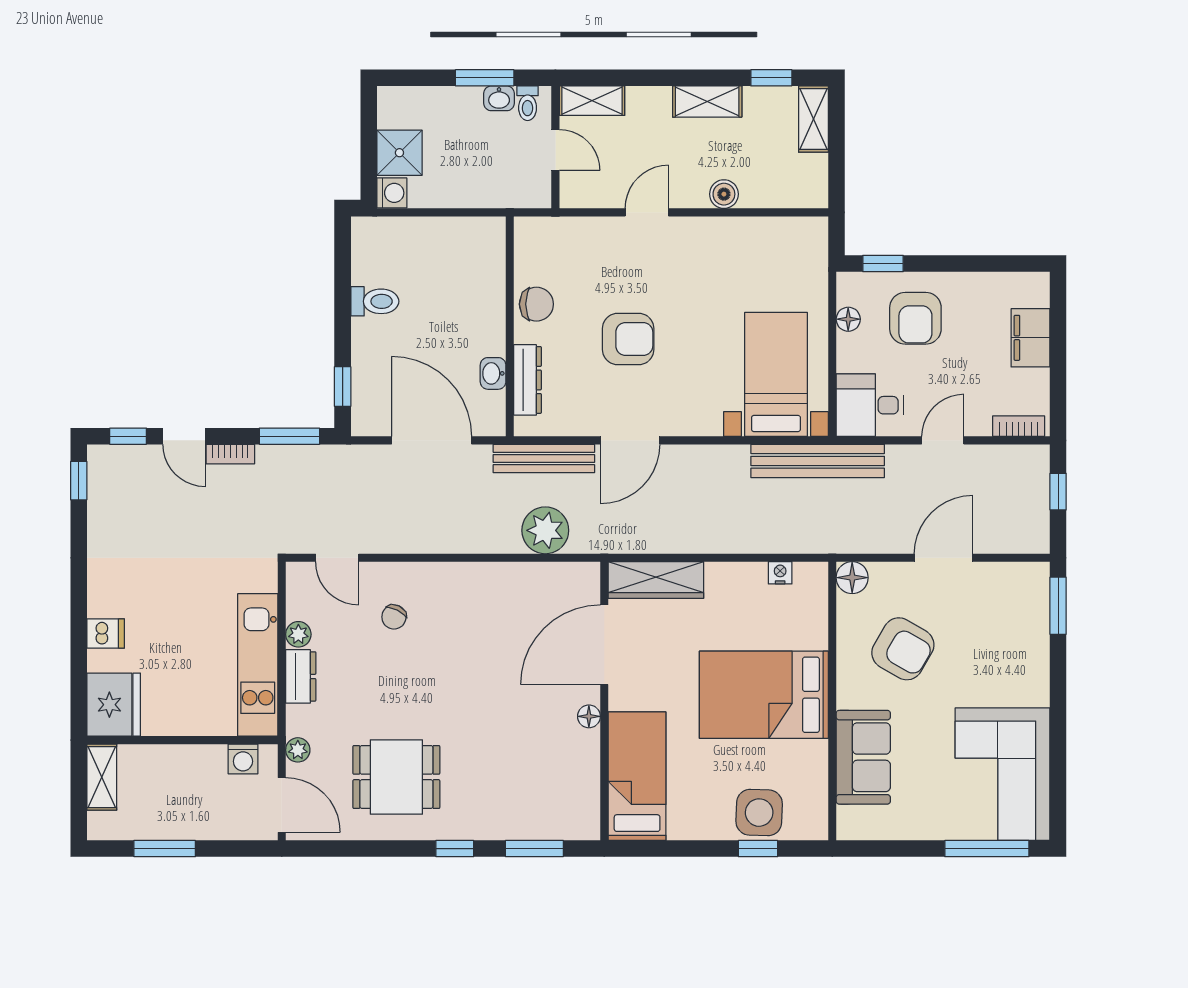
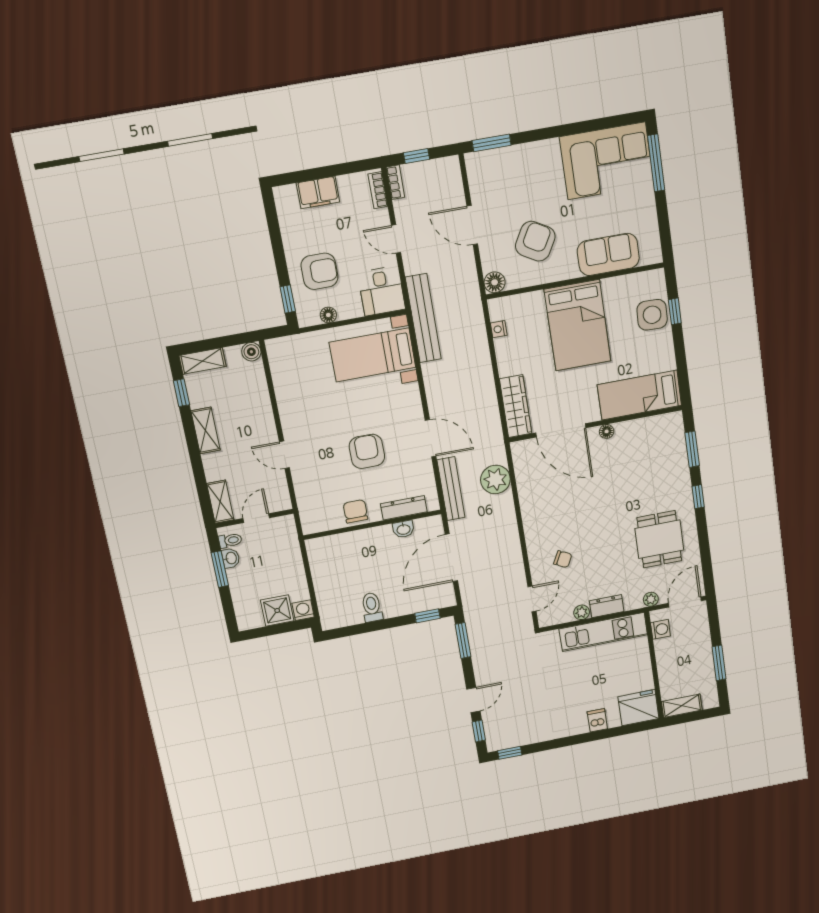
boiler: (724, 194) -> (251, 352), moved
bookcase: (230, 454) -> (395, 182), moved

